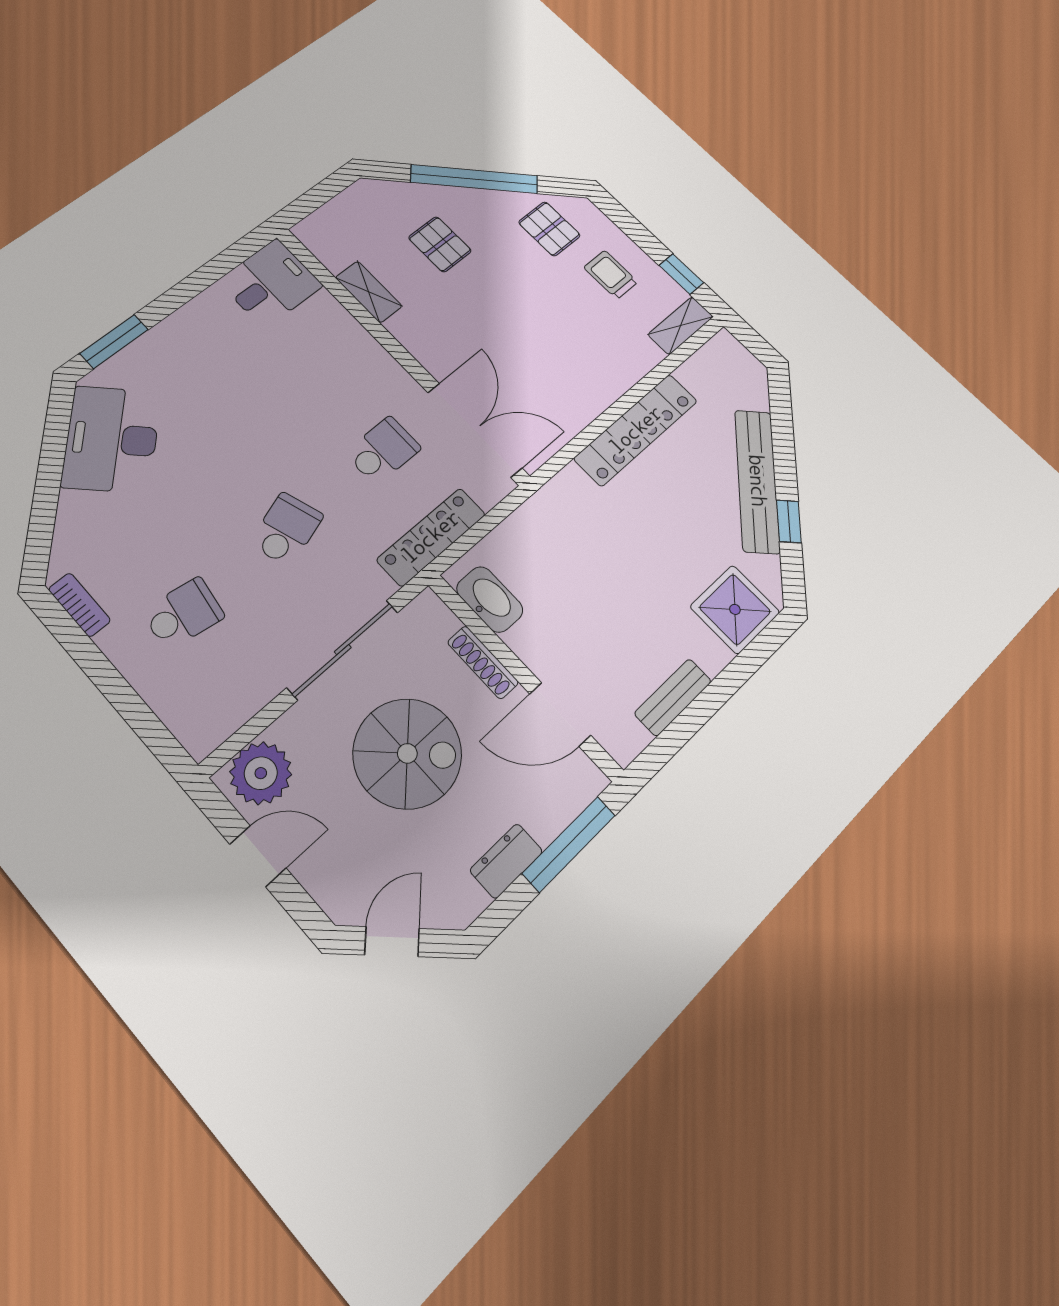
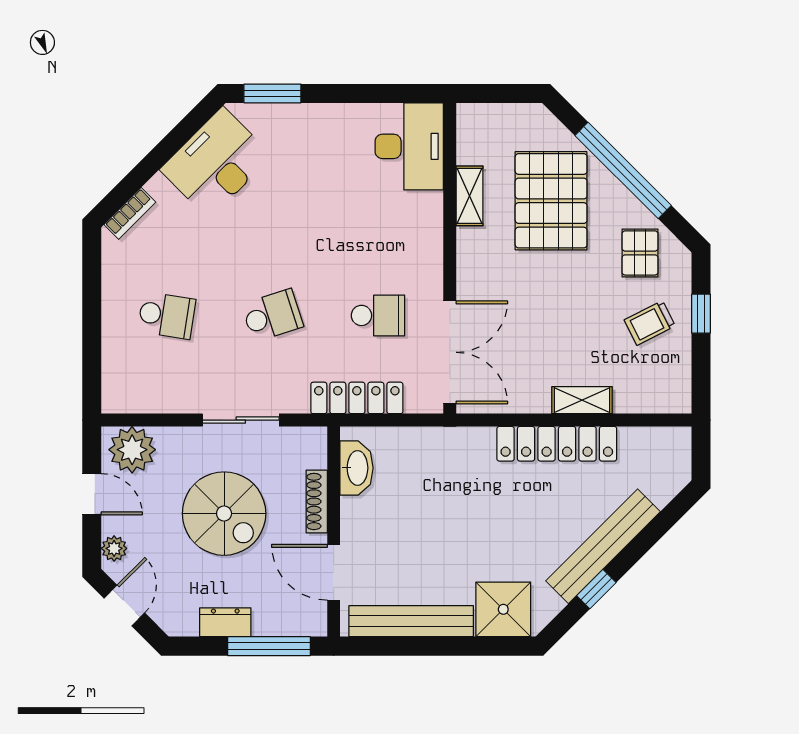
pallet: (440, 244) -> (551, 201), width x2.05, depth x2.00
window: (681, 274) -> (701, 314), moved
trolley: (611, 275) -> (650, 323), turned -117
desk: (270, 283) -> (409, 146), width x1.37
shelving: (681, 326) -> (582, 400), moved
bookcase: (79, 605) -> (130, 213), moved, turned 45
sliding door: (343, 650) -> (241, 420), width x0.73
bench: (673, 697) -> (411, 621), width x1.86, depth x1.21
plant: (329, 891) -> (114, 548), added
door: (392, 942) -> (124, 606), hinge flipped

